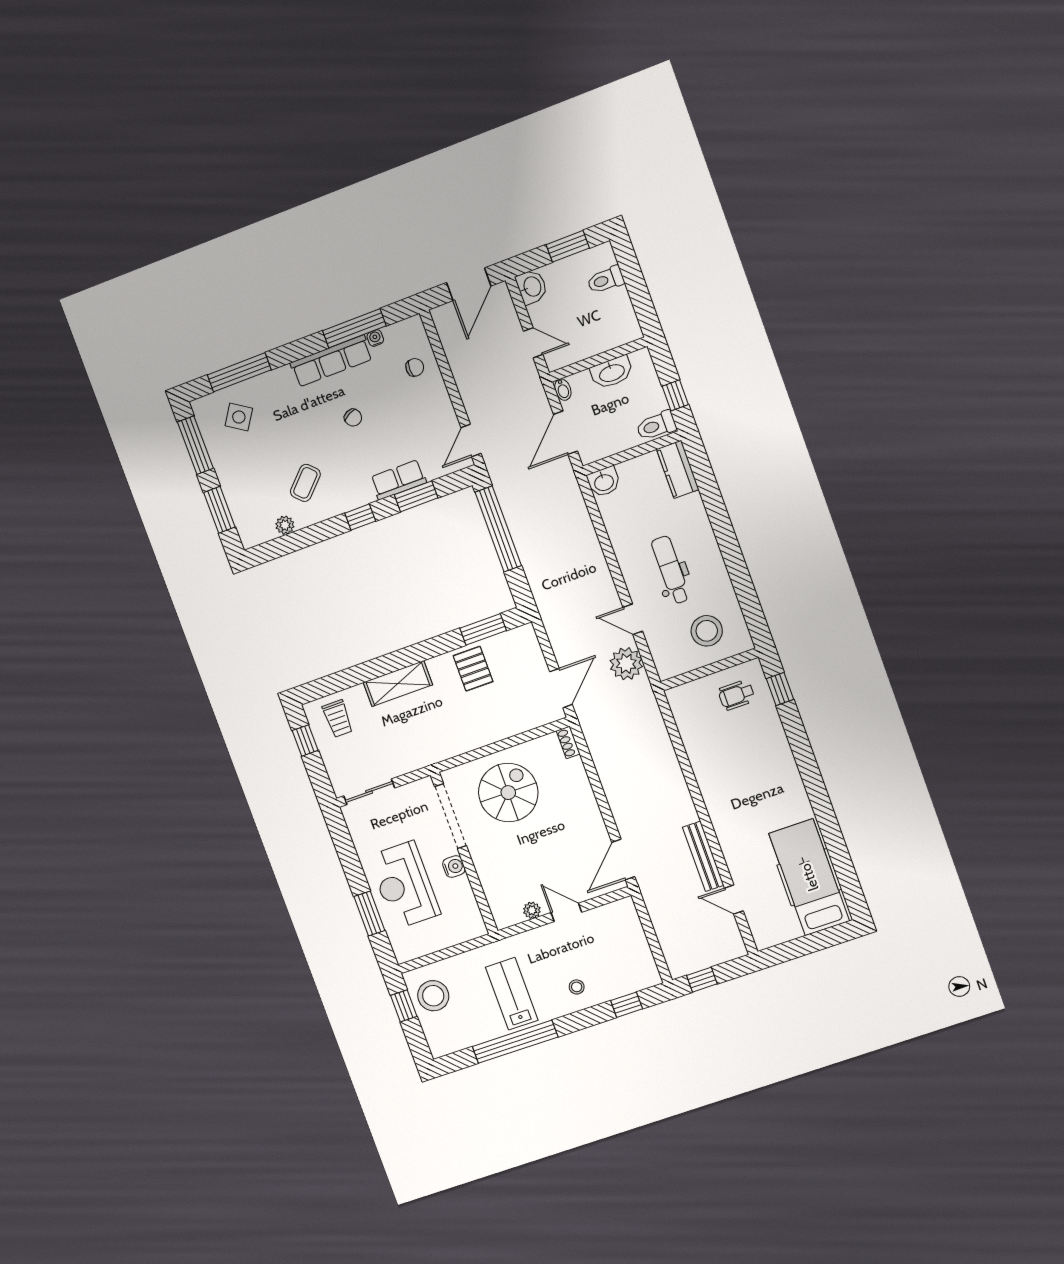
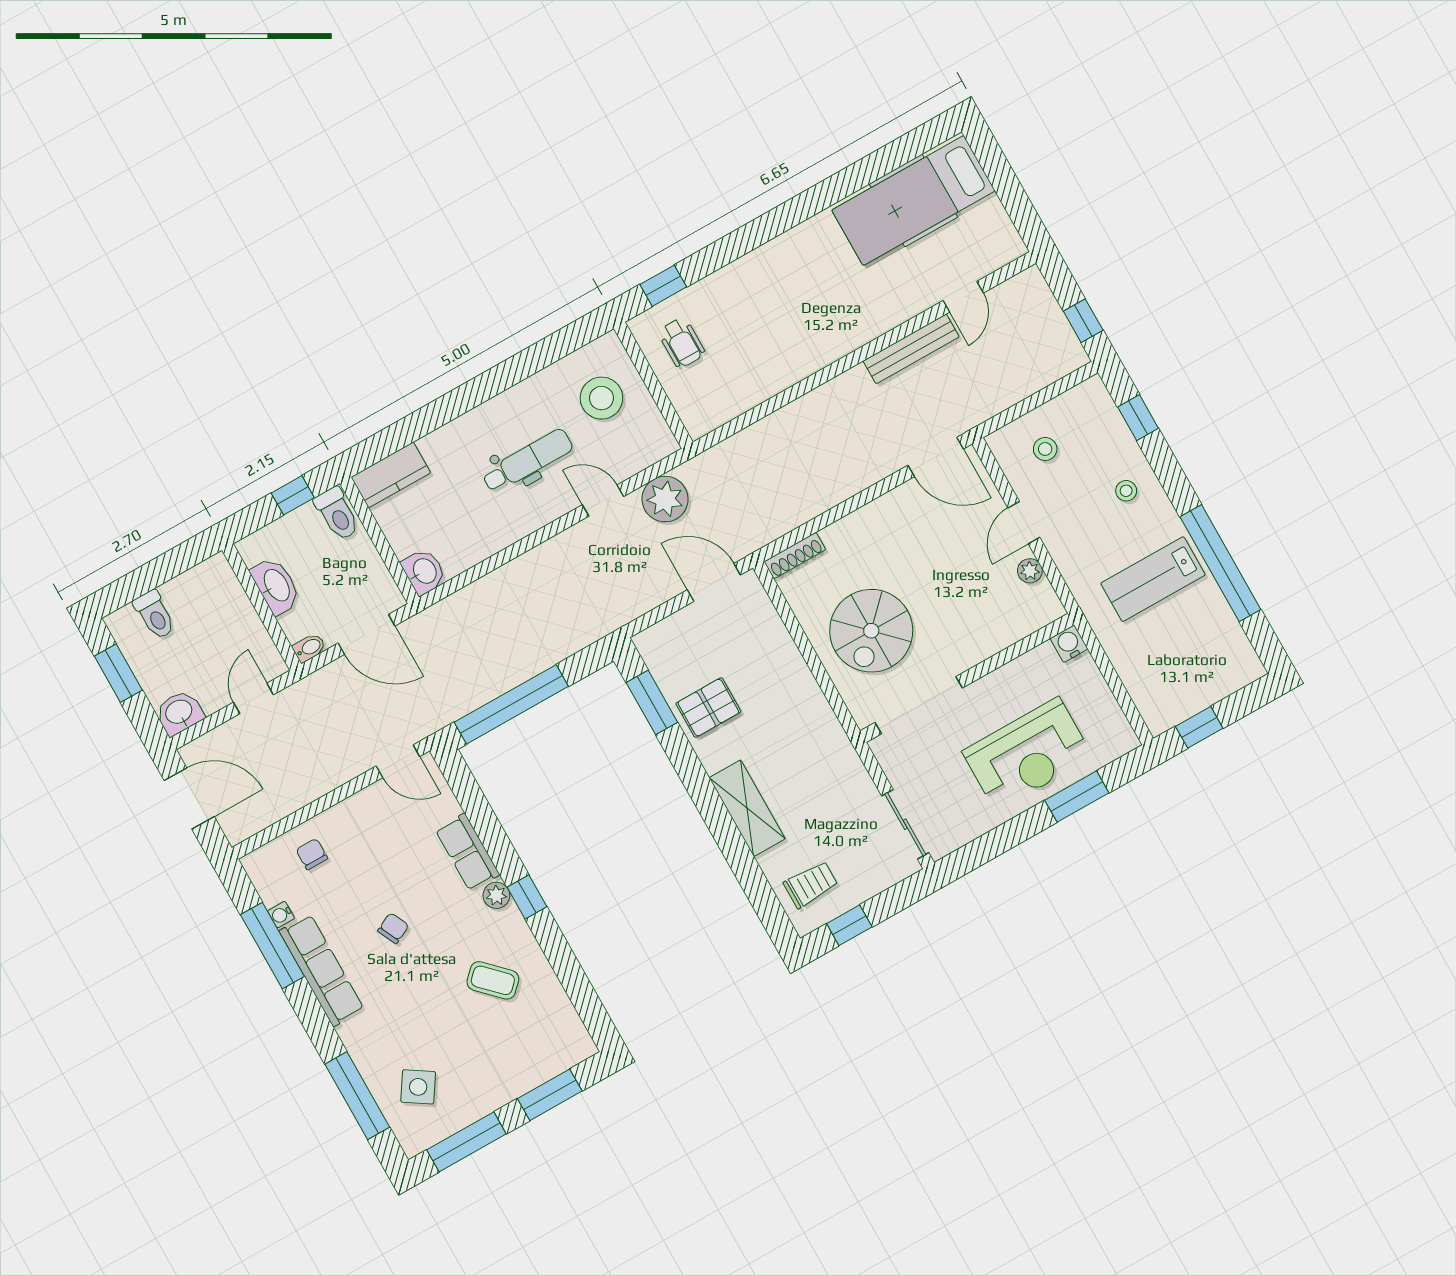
window: (416, 496) -> (486, 824), removed
plant: (285, 525) -> (496, 895), moved
dental chair: (671, 570) -> (527, 461), turned 180
door: (633, 619) -> (603, 501), swing flipped
shoe rack: (568, 742) -> (795, 556), width x1.43
spiral stairs: (508, 793) -> (871, 631), turned -90
water cooler: (454, 867) -> (1069, 644), moved
stool: (433, 996) -> (1045, 449), moved, width x0.53, depth x0.53

